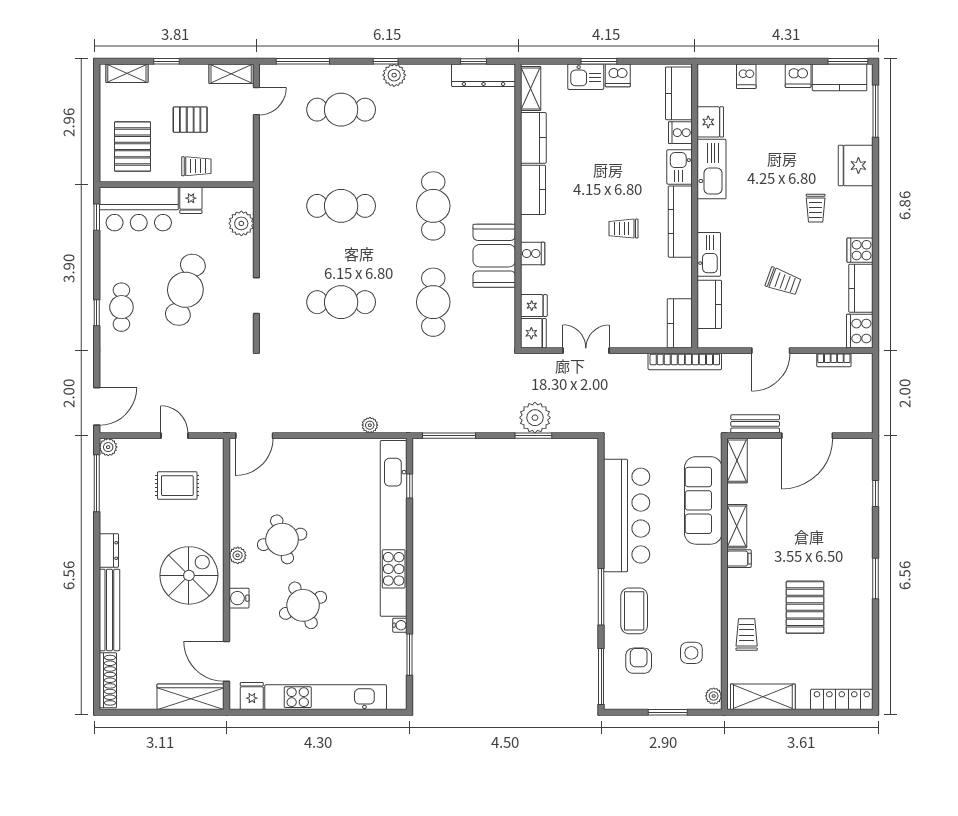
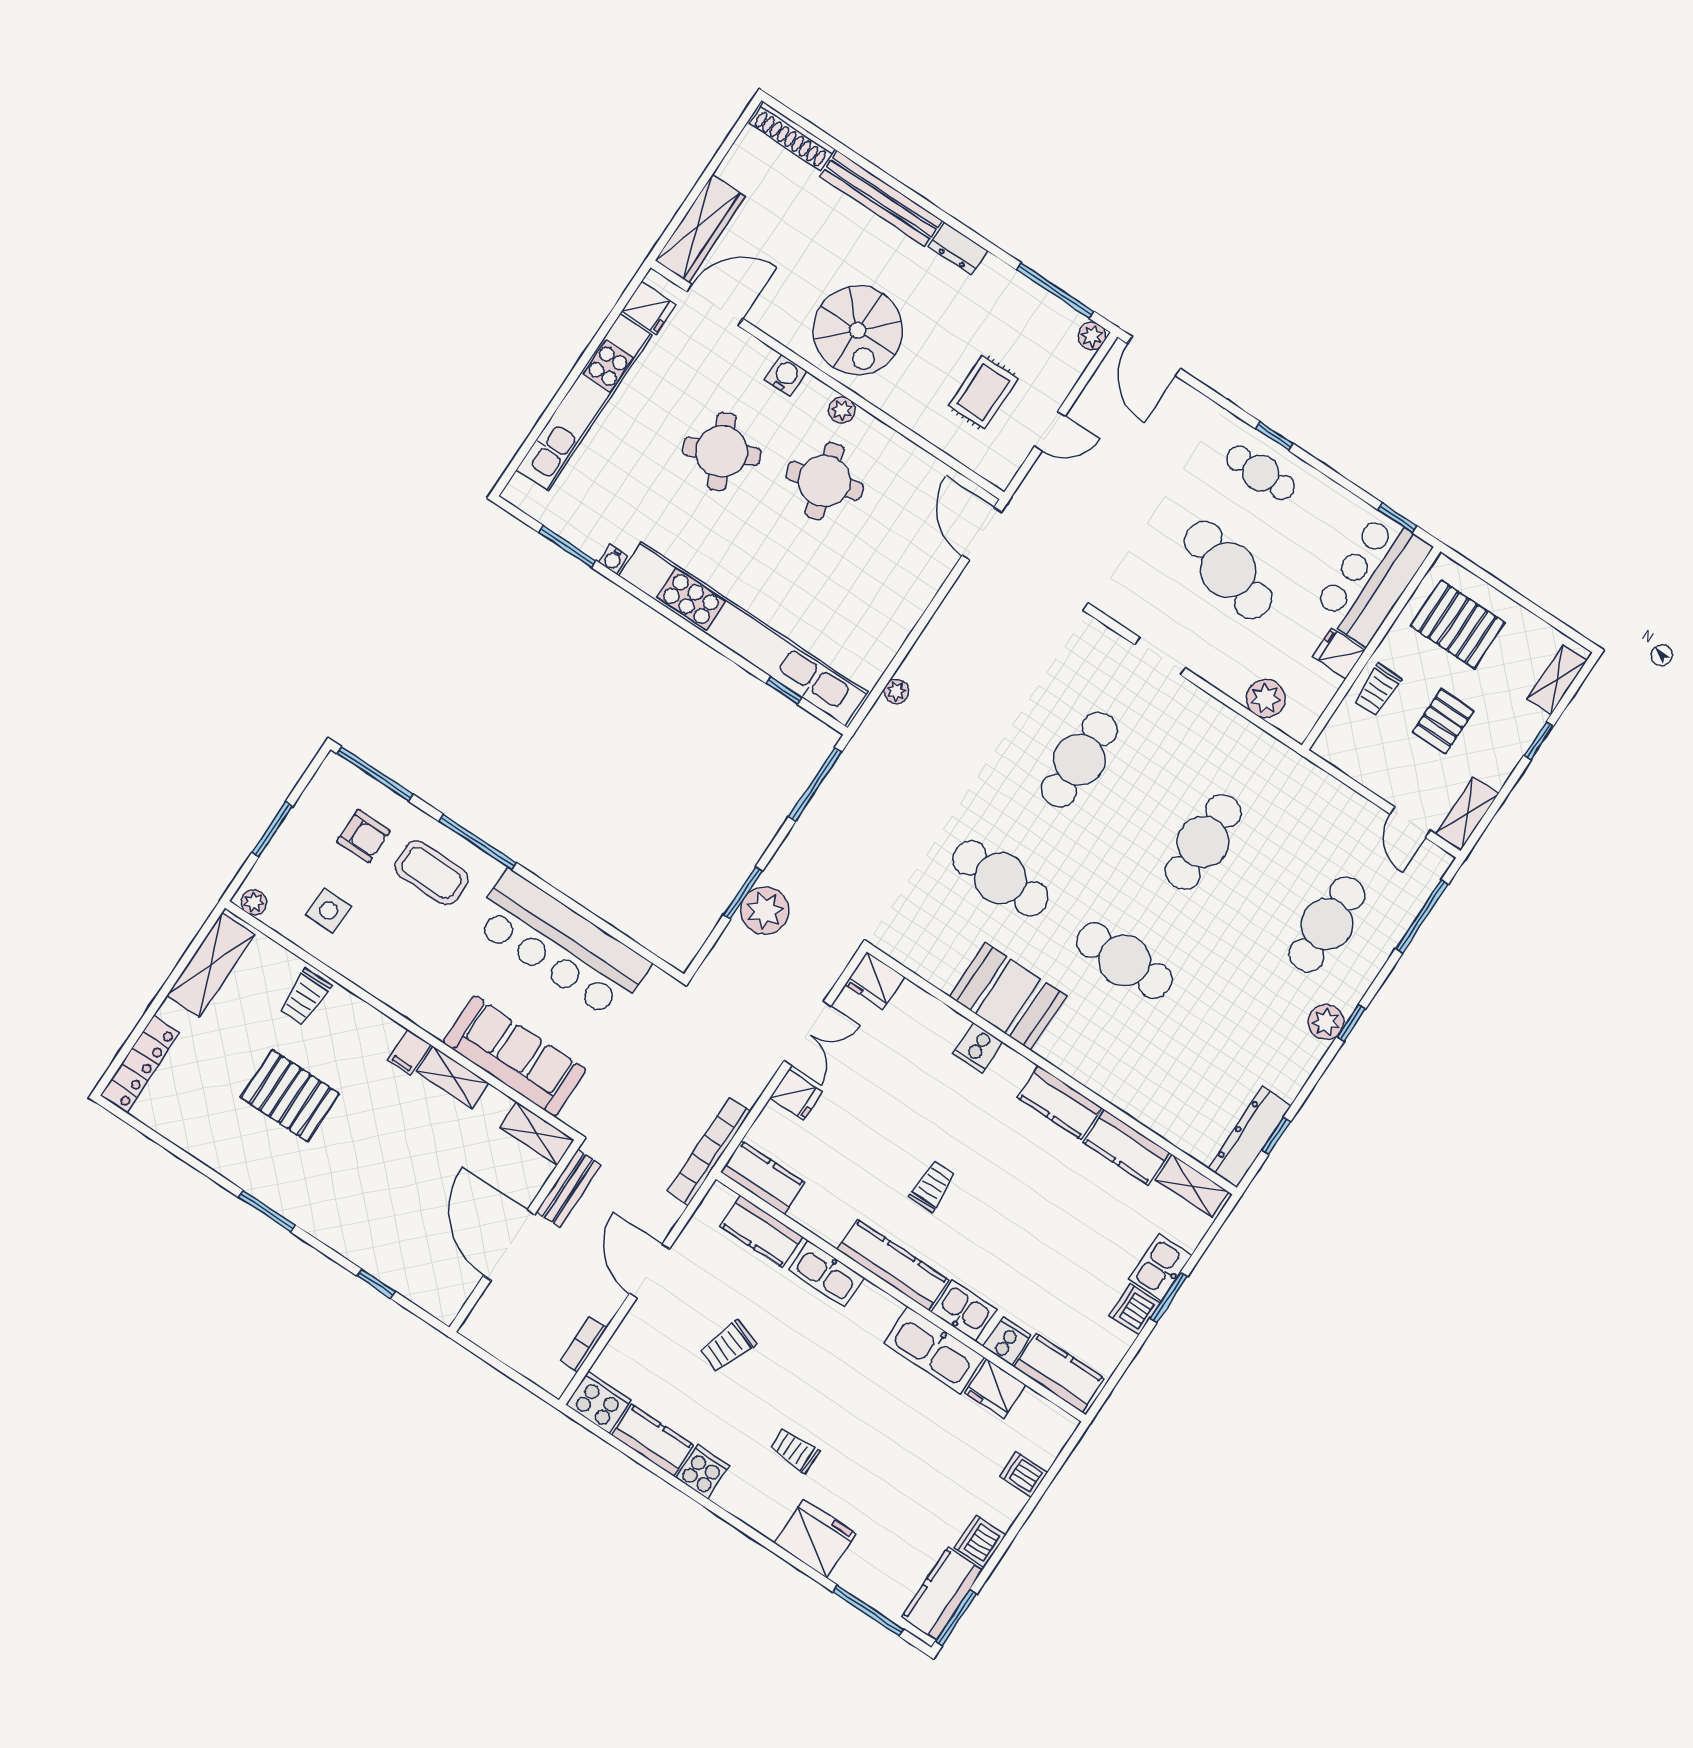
fridge: (534, 306) -> (796, 1095), moved, turned -90
trolley: (747, 635) -> (305, 997), turned 90

